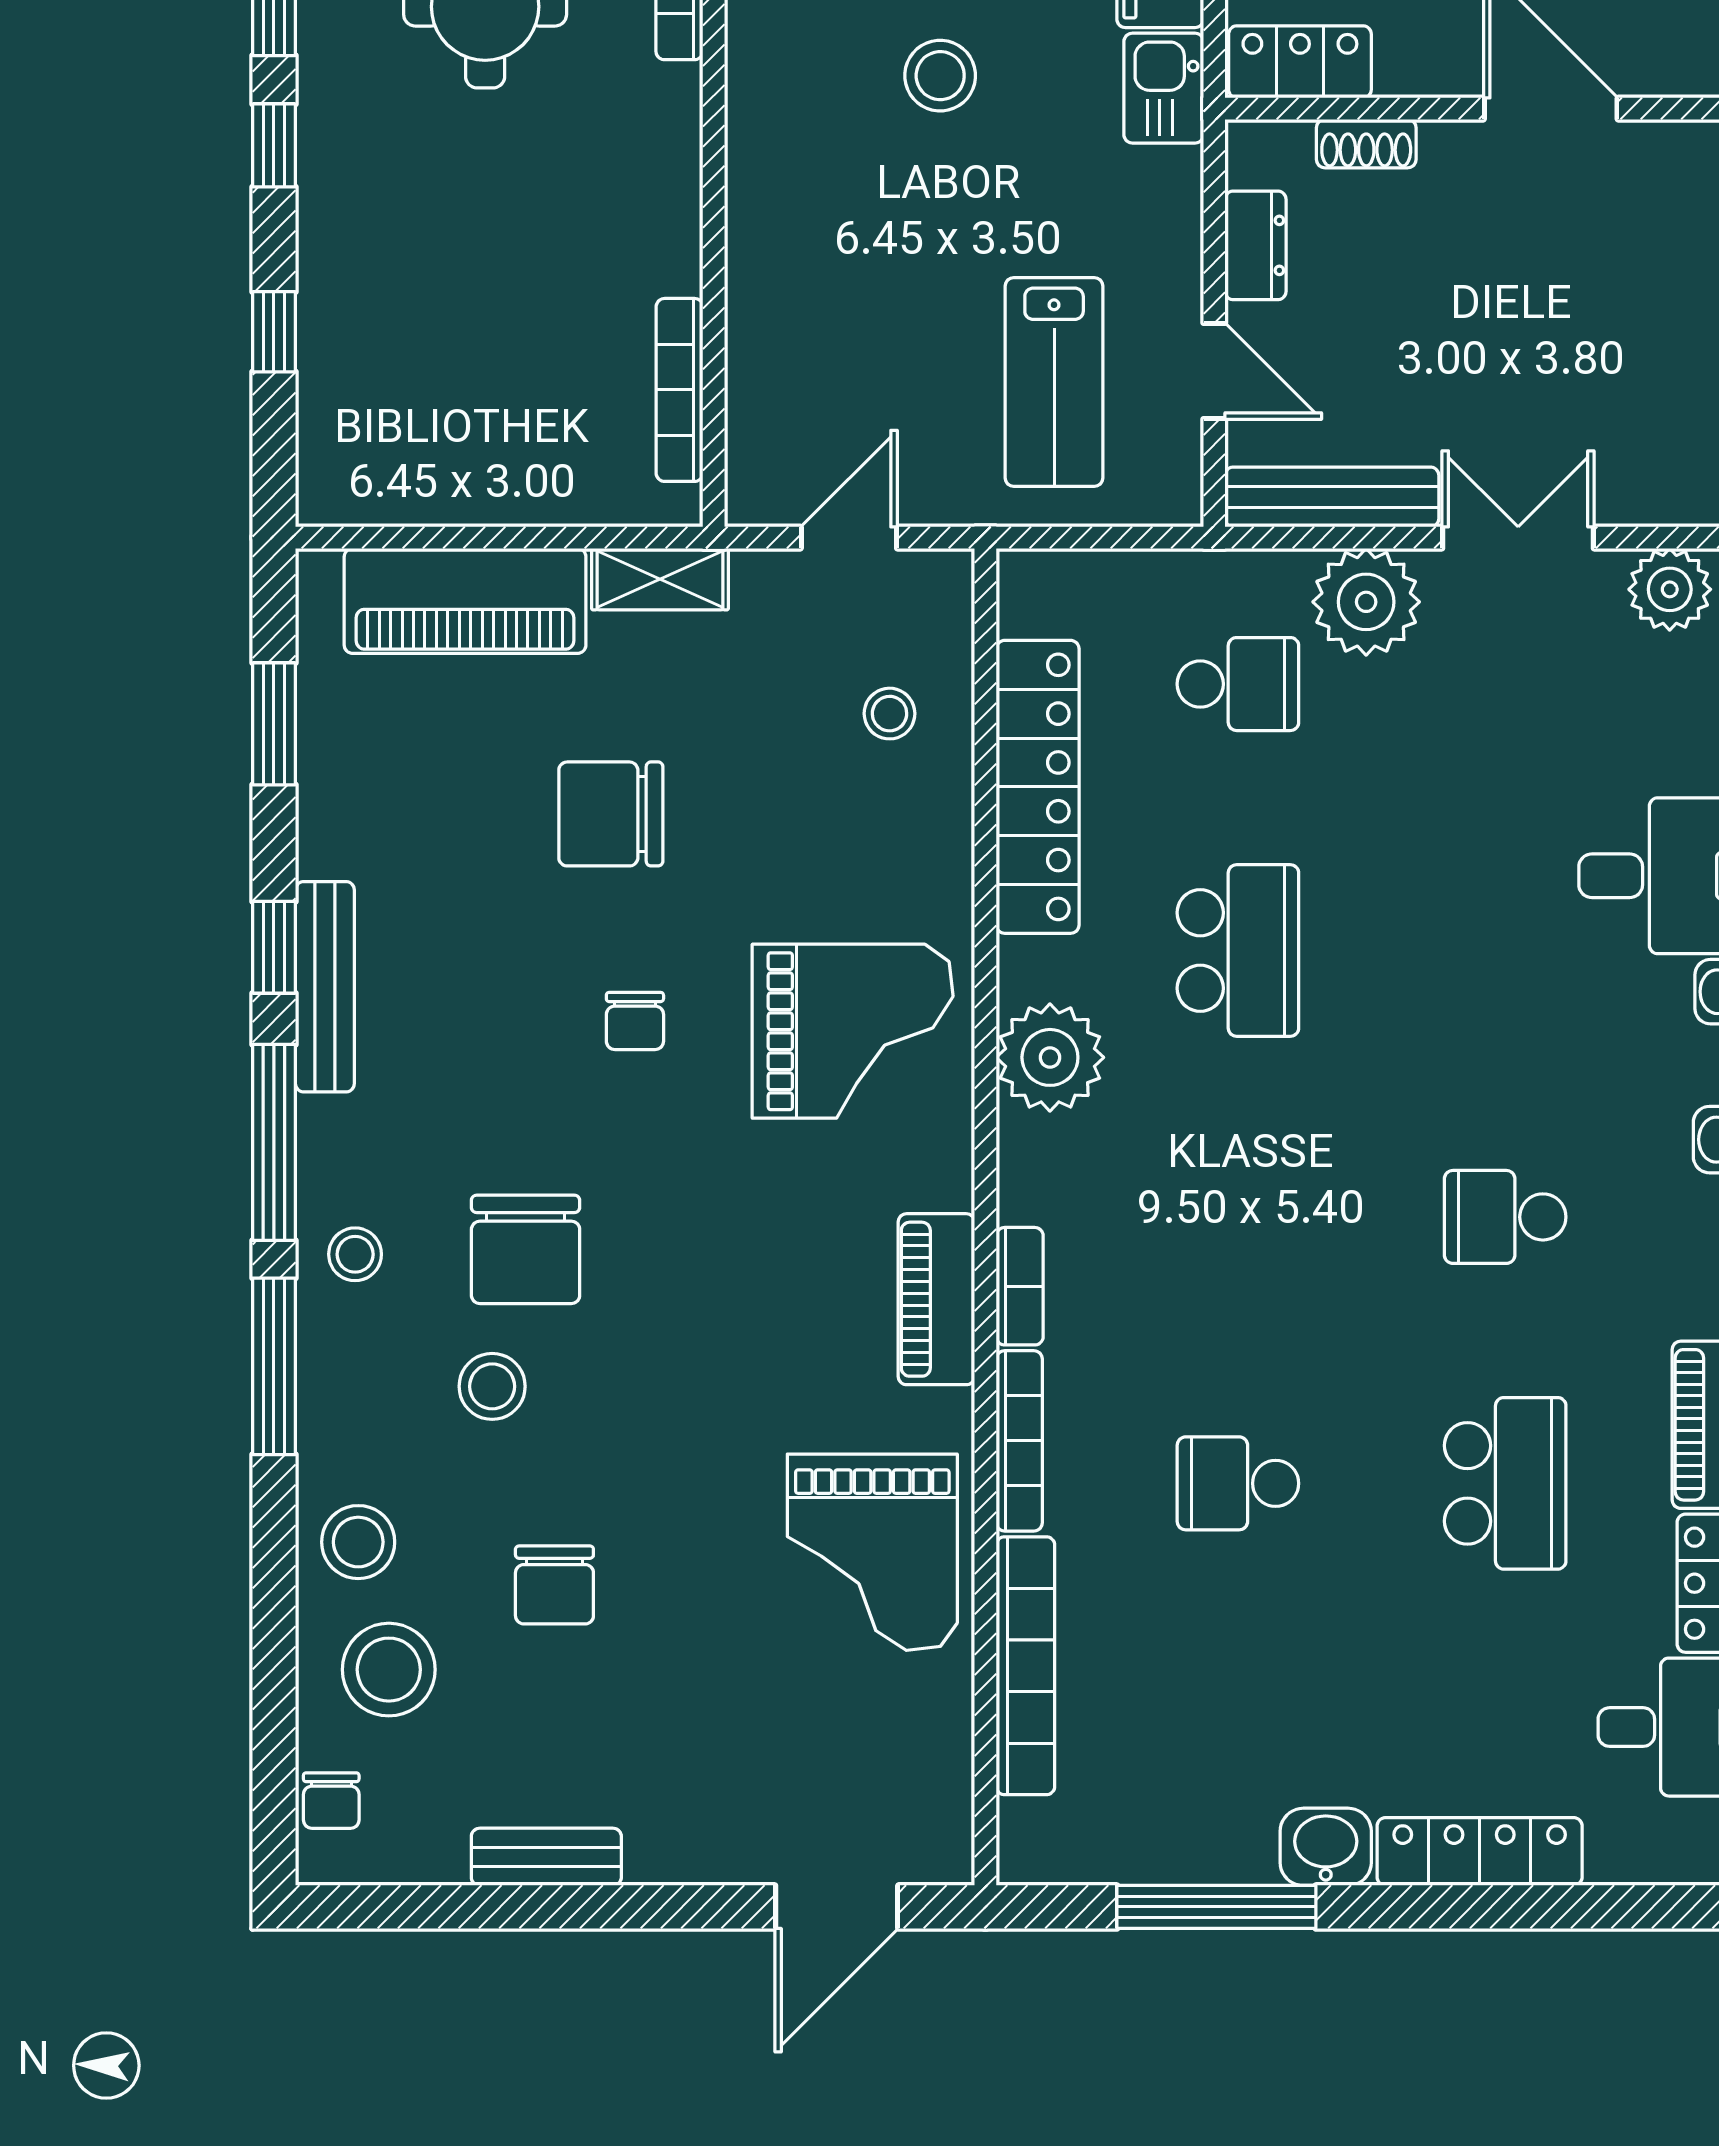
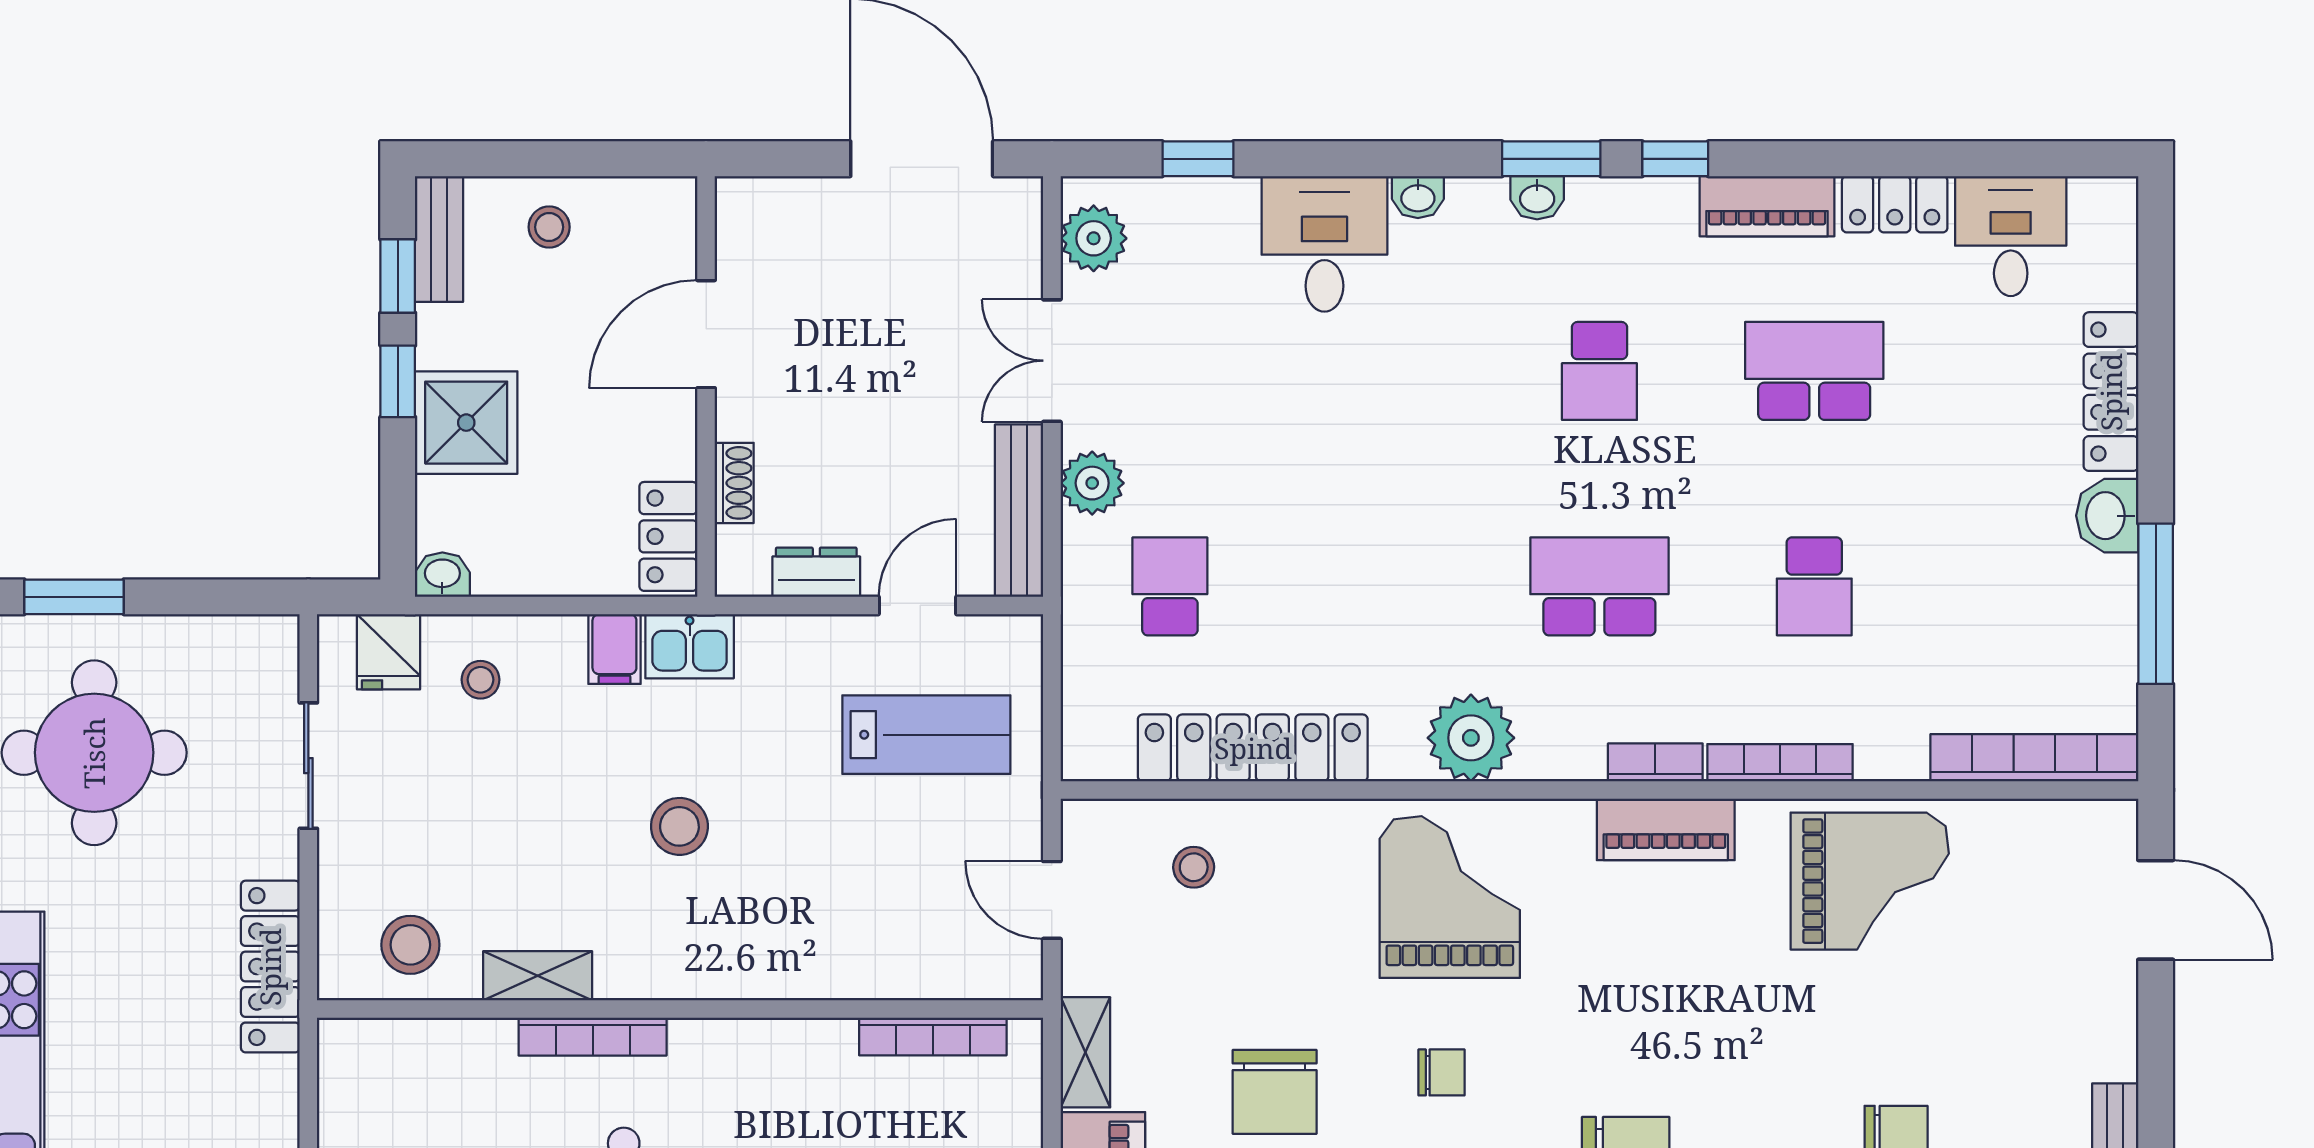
plant: (1366, 602) -> (1092, 483), width x0.73, depth x0.73
school desk: (1238, 950) -> (1599, 586), moved
bookcase: (1025, 1666) -> (2034, 758), moved

